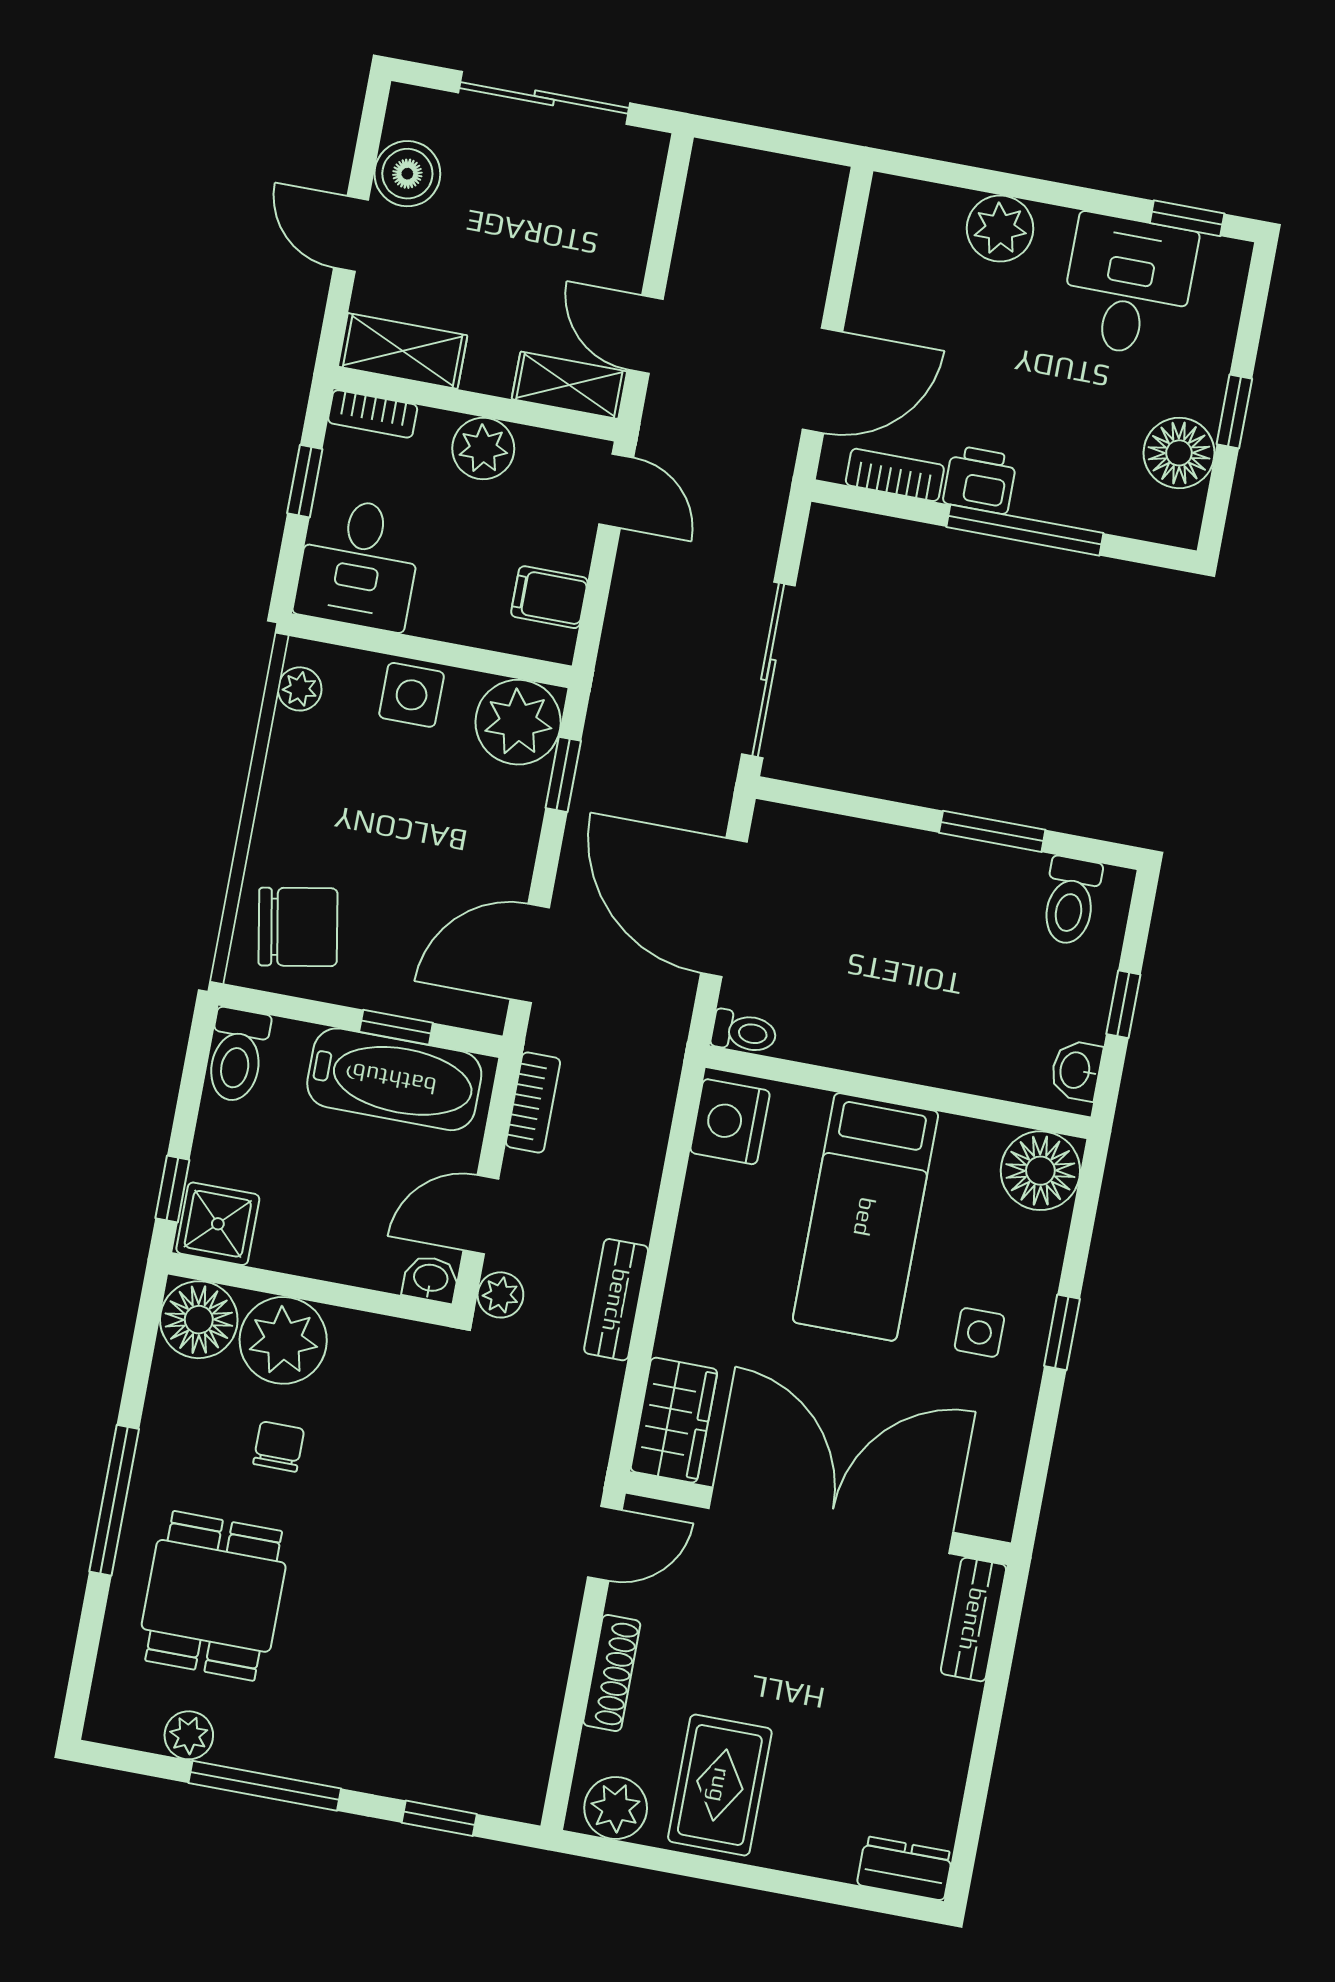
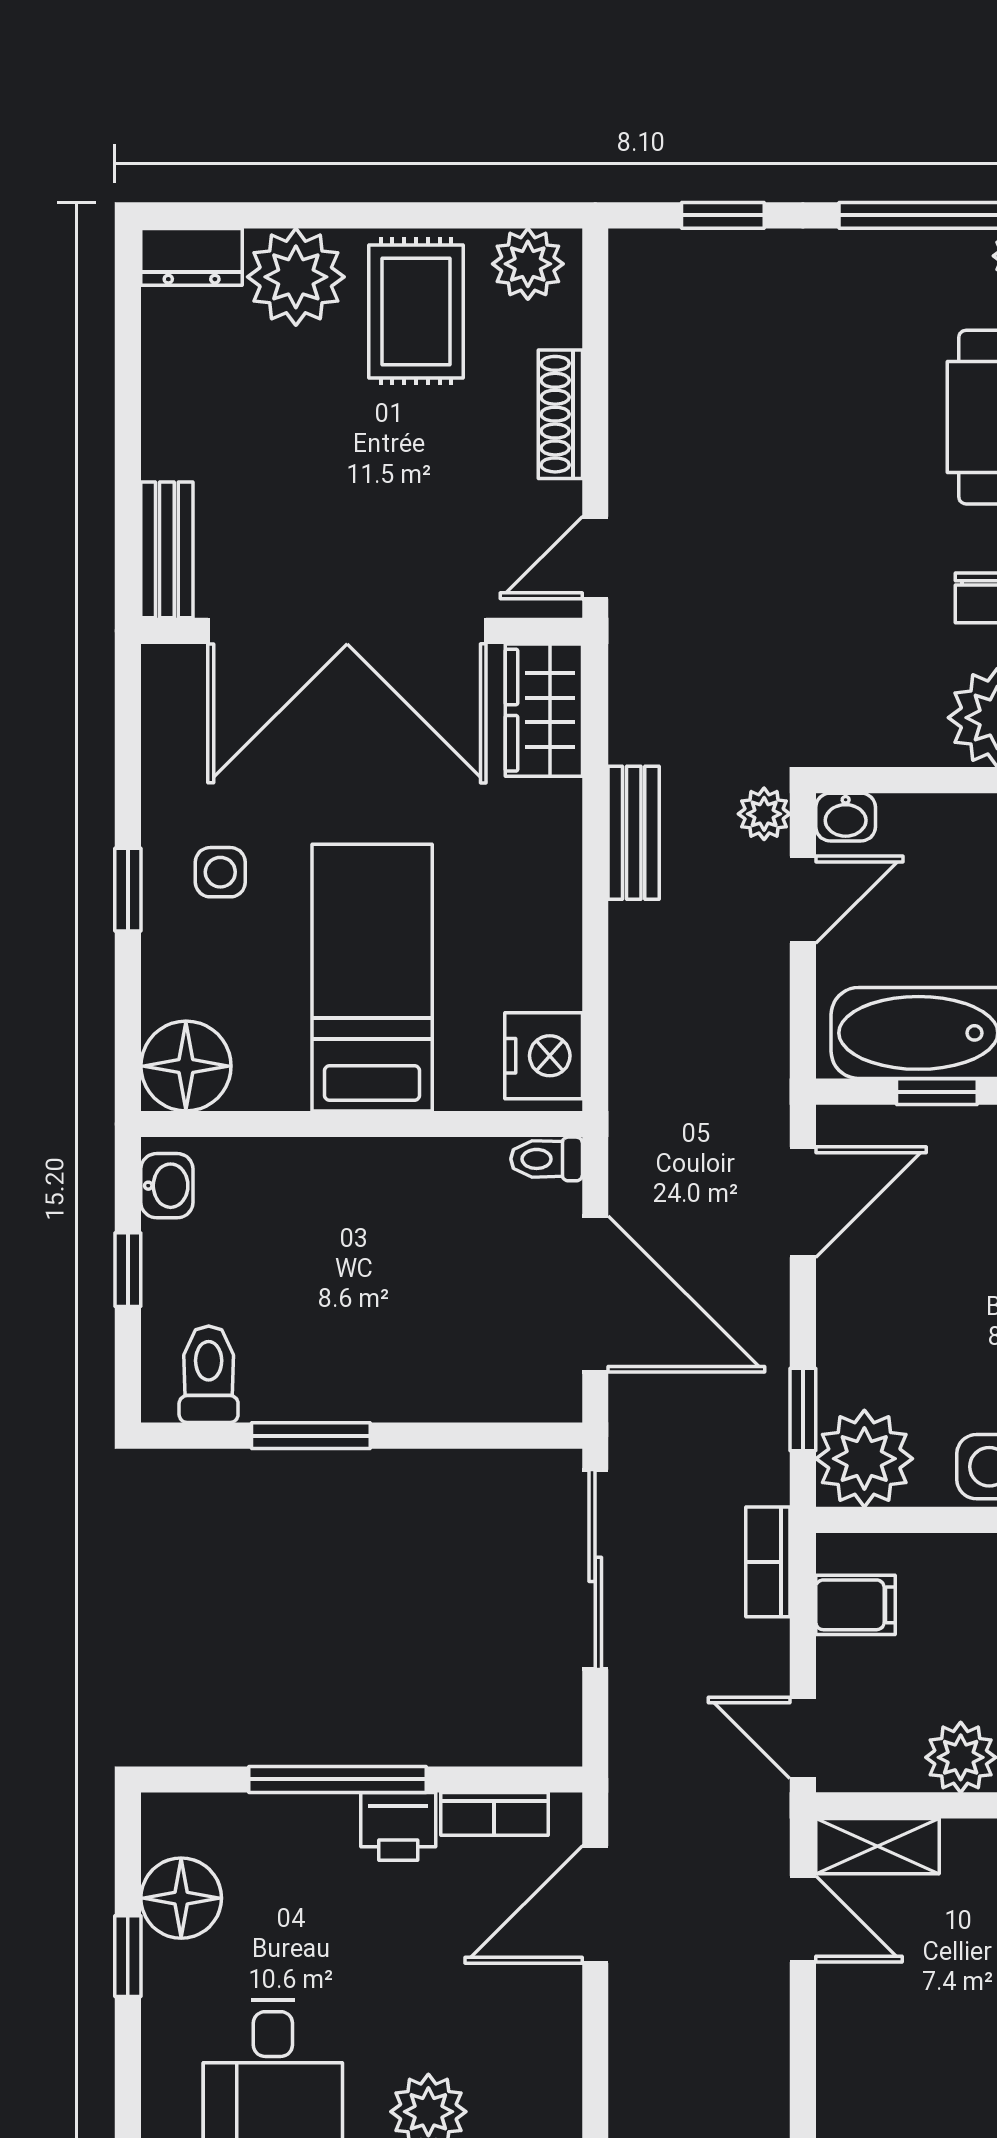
bookcase: (533, 1103) -> (768, 1562), moved
plant: (818, 1834) -> (296, 277), added

